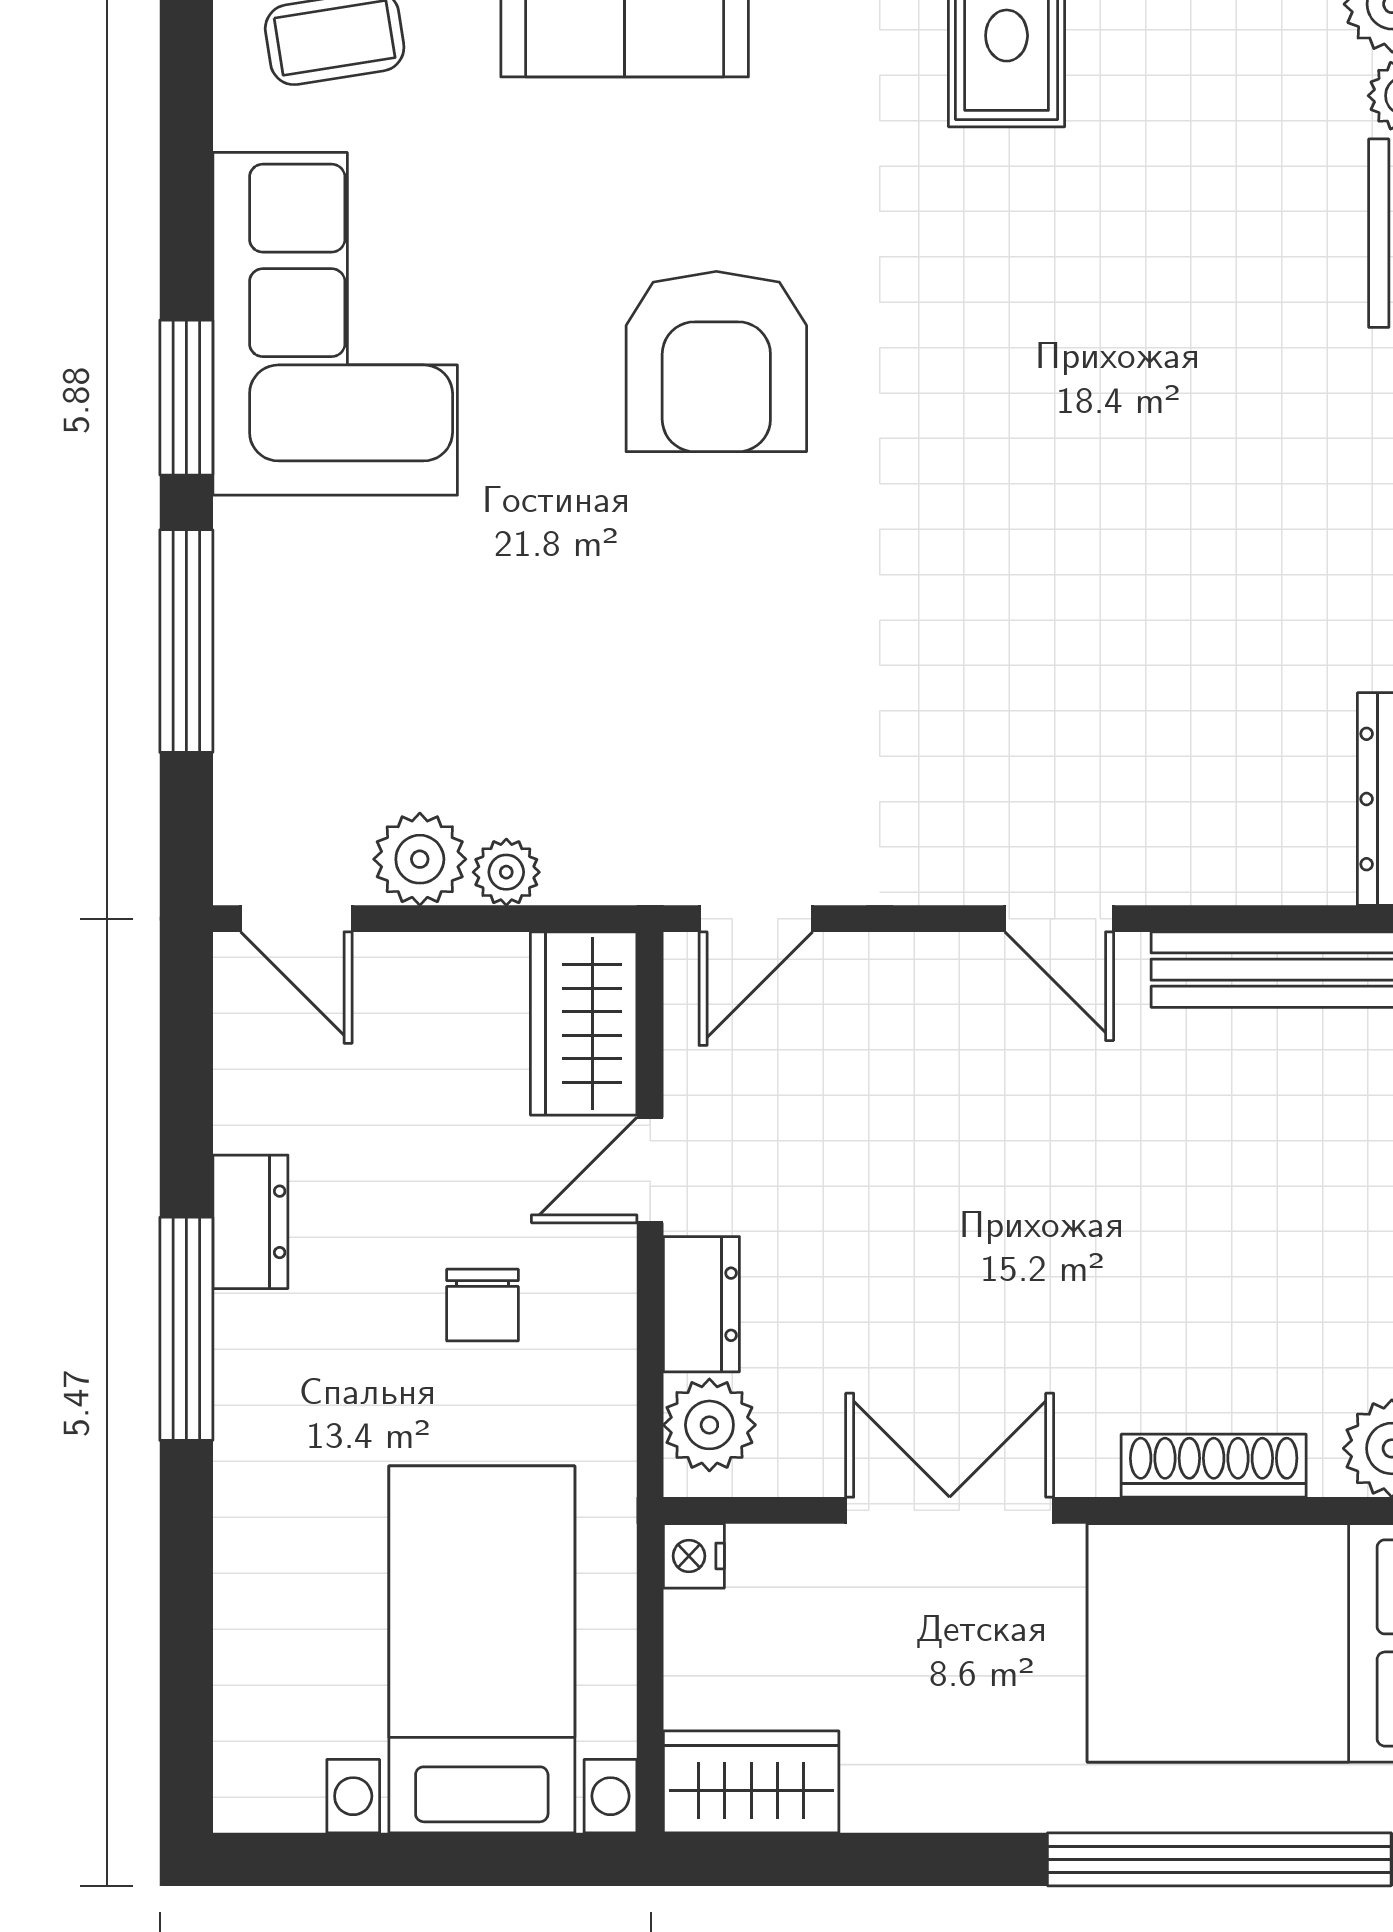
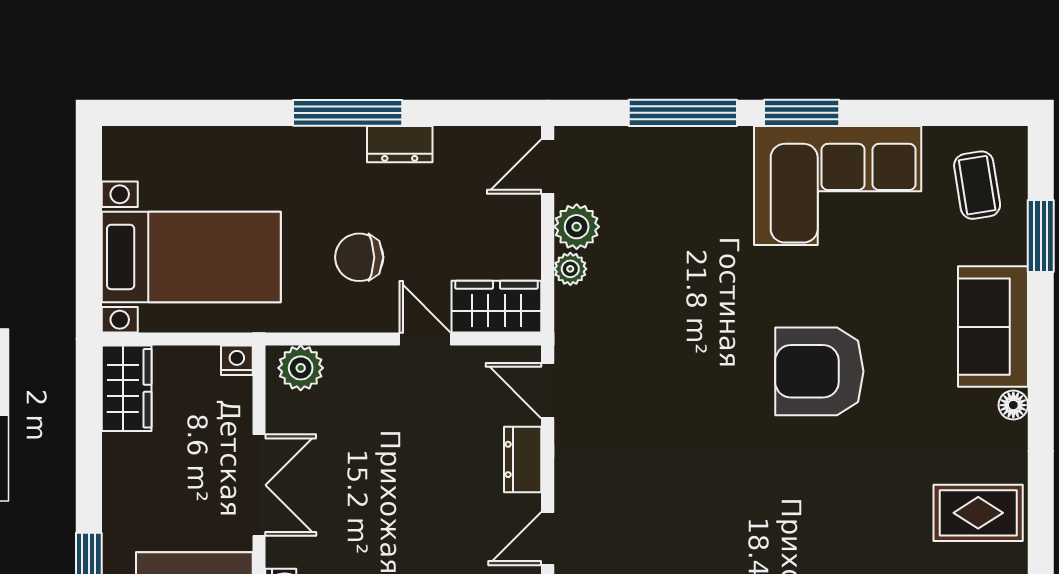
dresser: (701, 1304) -> (523, 459), moved, turned 90
chair: (483, 1305) -> (359, 257), width x1.37, depth x1.37

